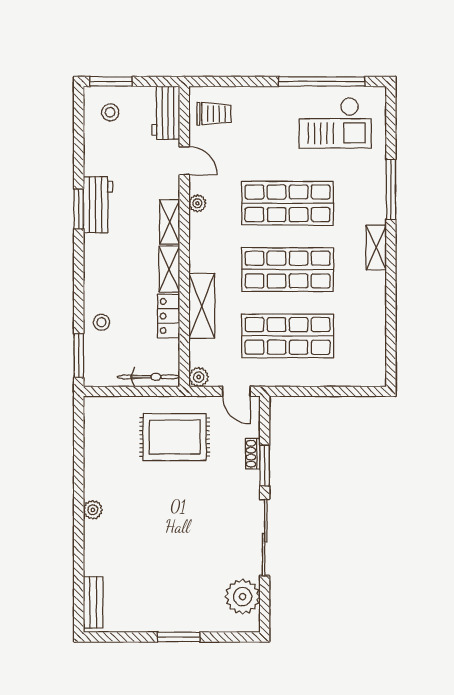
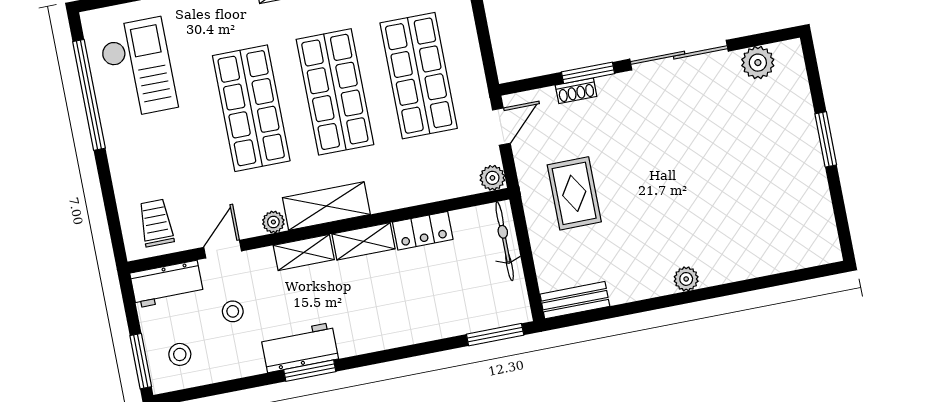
shelving: (202, 306) -> (326, 206), moved
stool: (101, 322) -> (233, 311), moved
rug: (175, 437) -> (574, 193), width x0.73, depth x0.70
plant: (243, 597) -> (758, 63), width x0.73, depth x0.73
bench: (93, 602) -> (575, 300), moved

